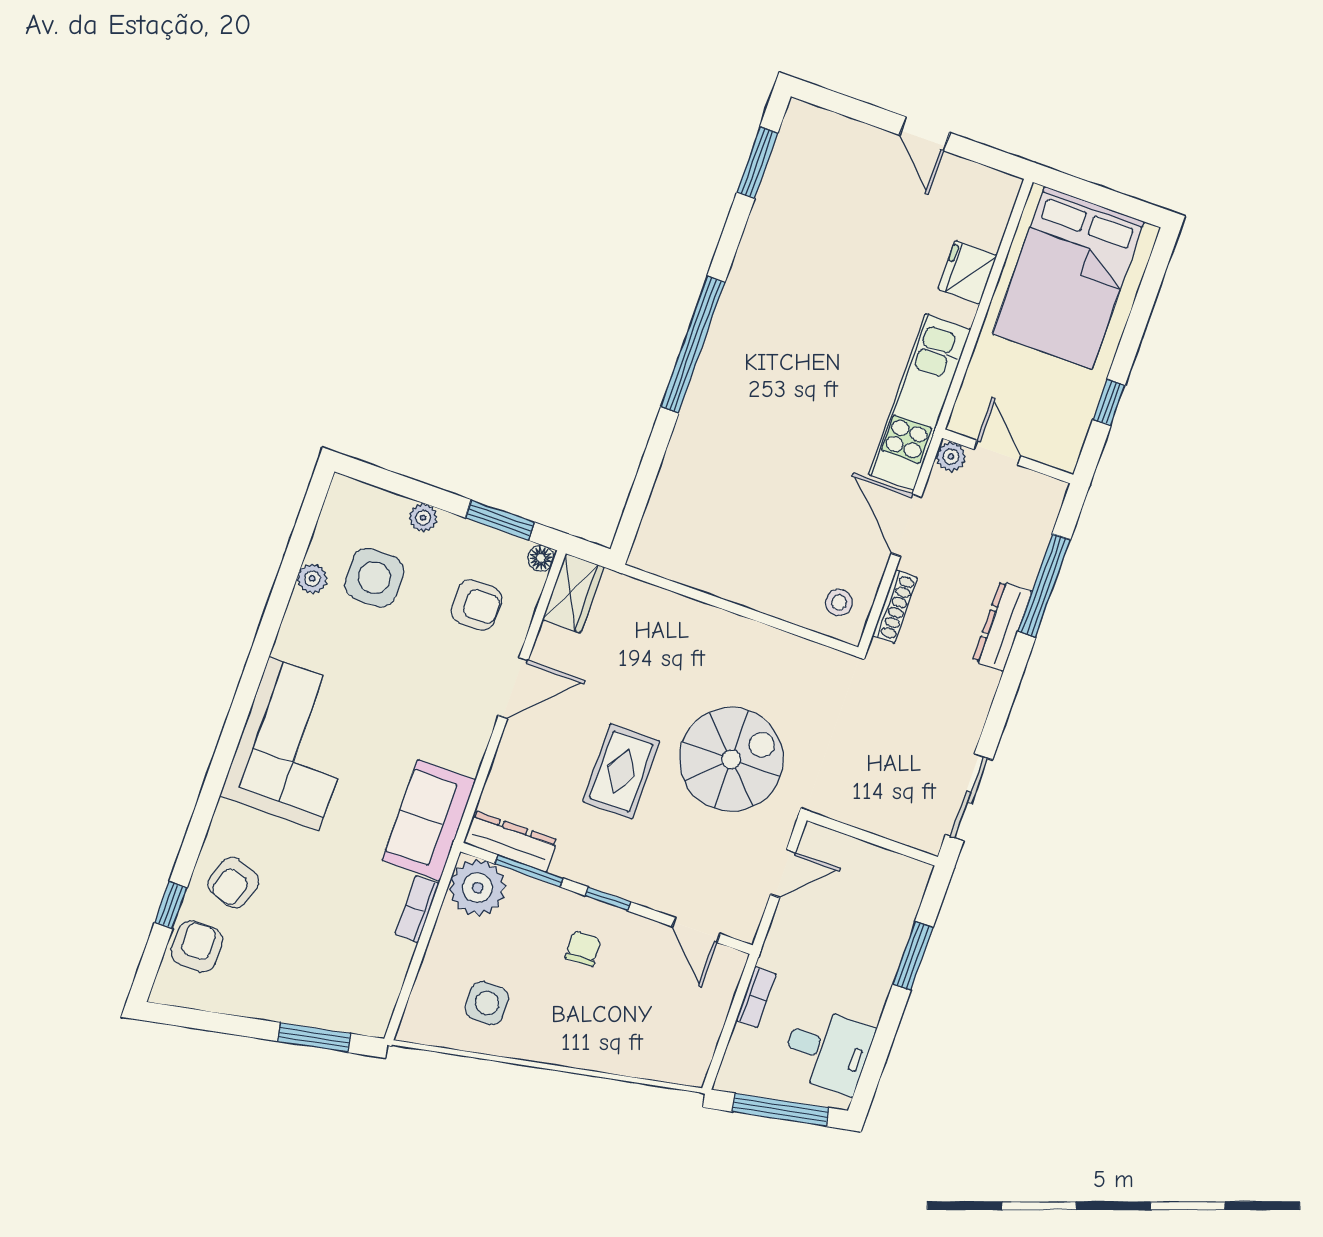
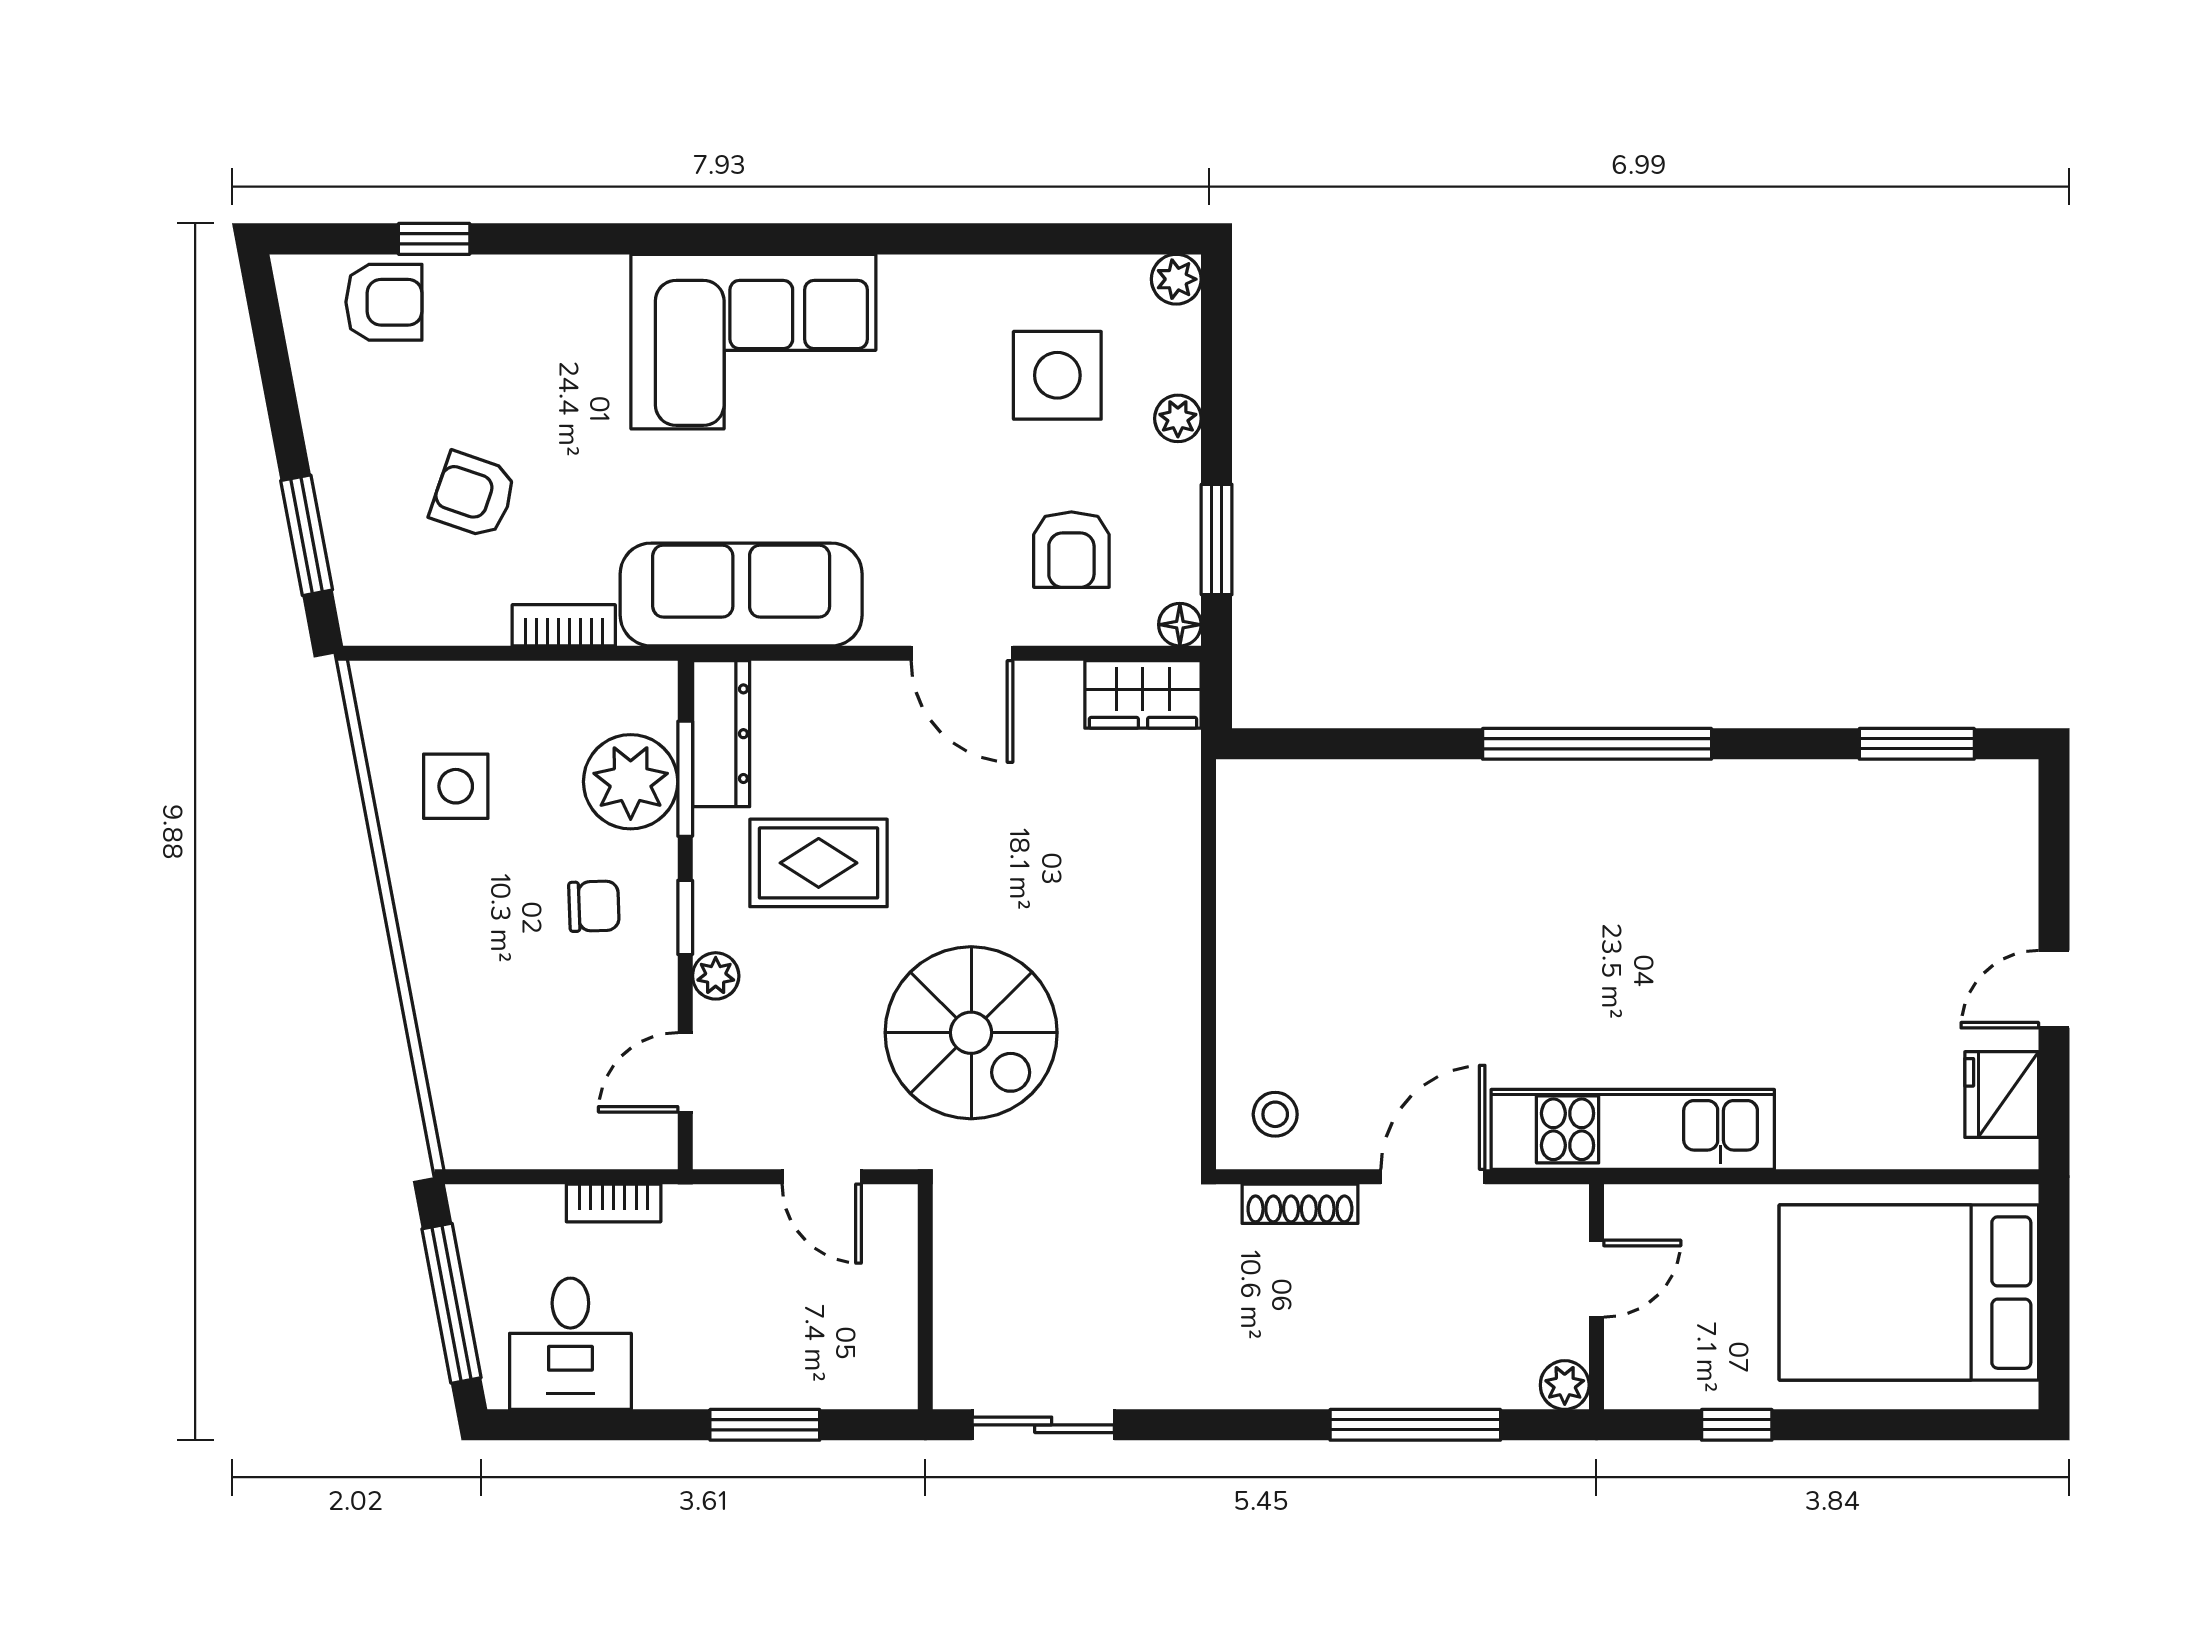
fridge: (968, 272) -> (2002, 1095), moved, turned -90
plant: (951, 457) -> (1565, 1385), moved
plant: (312, 579) -> (1176, 279), moved
dresser: (1002, 626) -> (1328, 1382), removed
rug: (621, 771) -> (819, 863), moved
sofa: (429, 820) -> (741, 594), width x1.36
armchair: (233, 883) -> (473, 495), moved
plant: (478, 888) -> (631, 782), moved
plant: (647, 893) -> (716, 976), added

